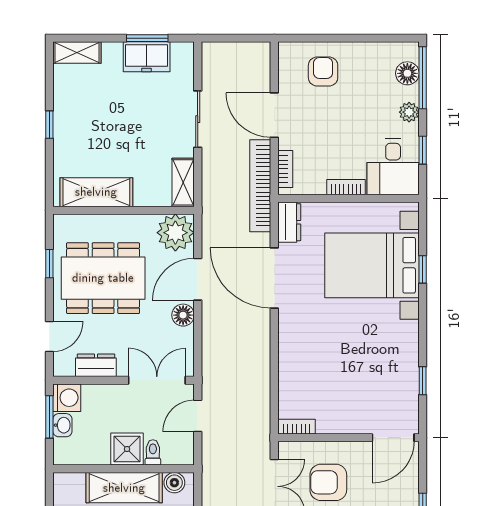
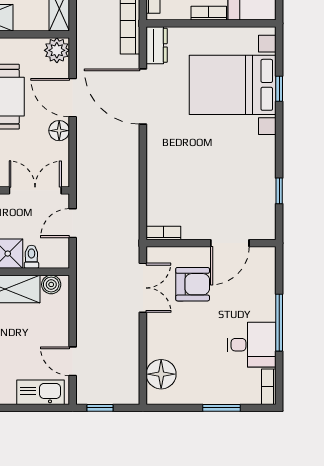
plant: (175, 233) -> (57, 50), width x0.73, depth x0.73
door: (198, 279) -> (73, 98), hinge flipped
door: (393, 438) -> (230, 243), moved
armchair: (328, 482) -> (193, 284), turned 180

